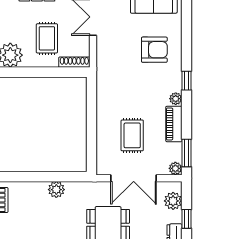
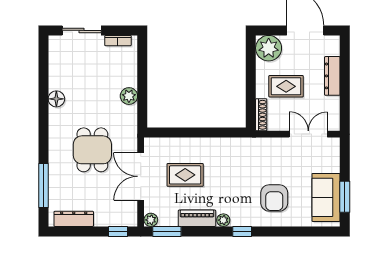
plant: (173, 201) -> (117, 217), removed
window: (187, 219) -> (118, 231), moved

